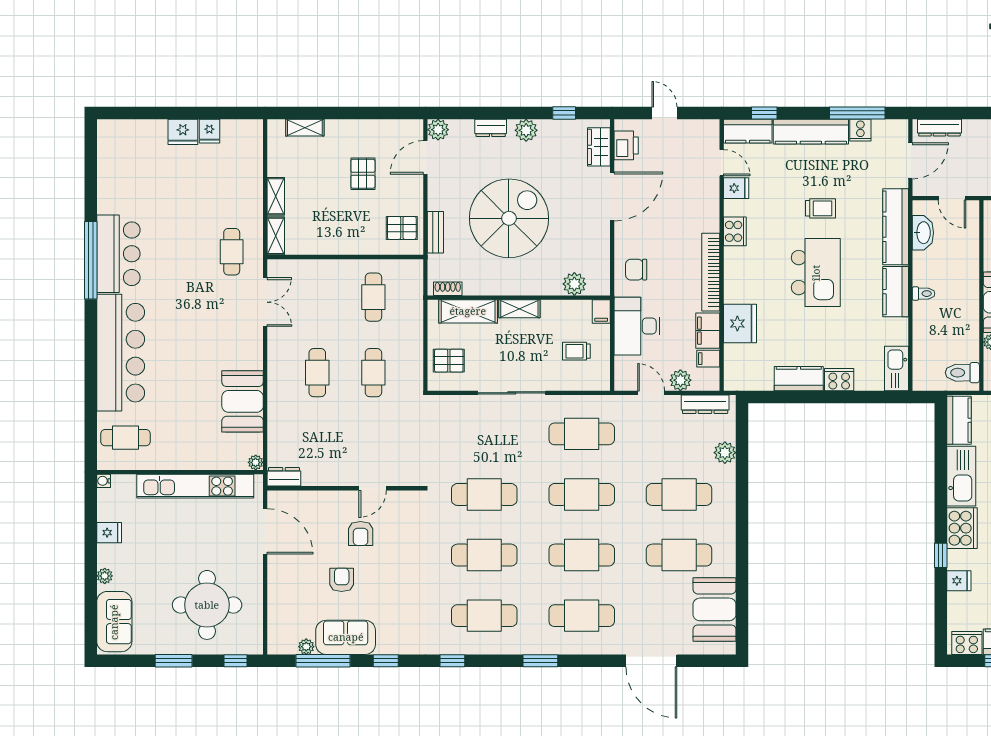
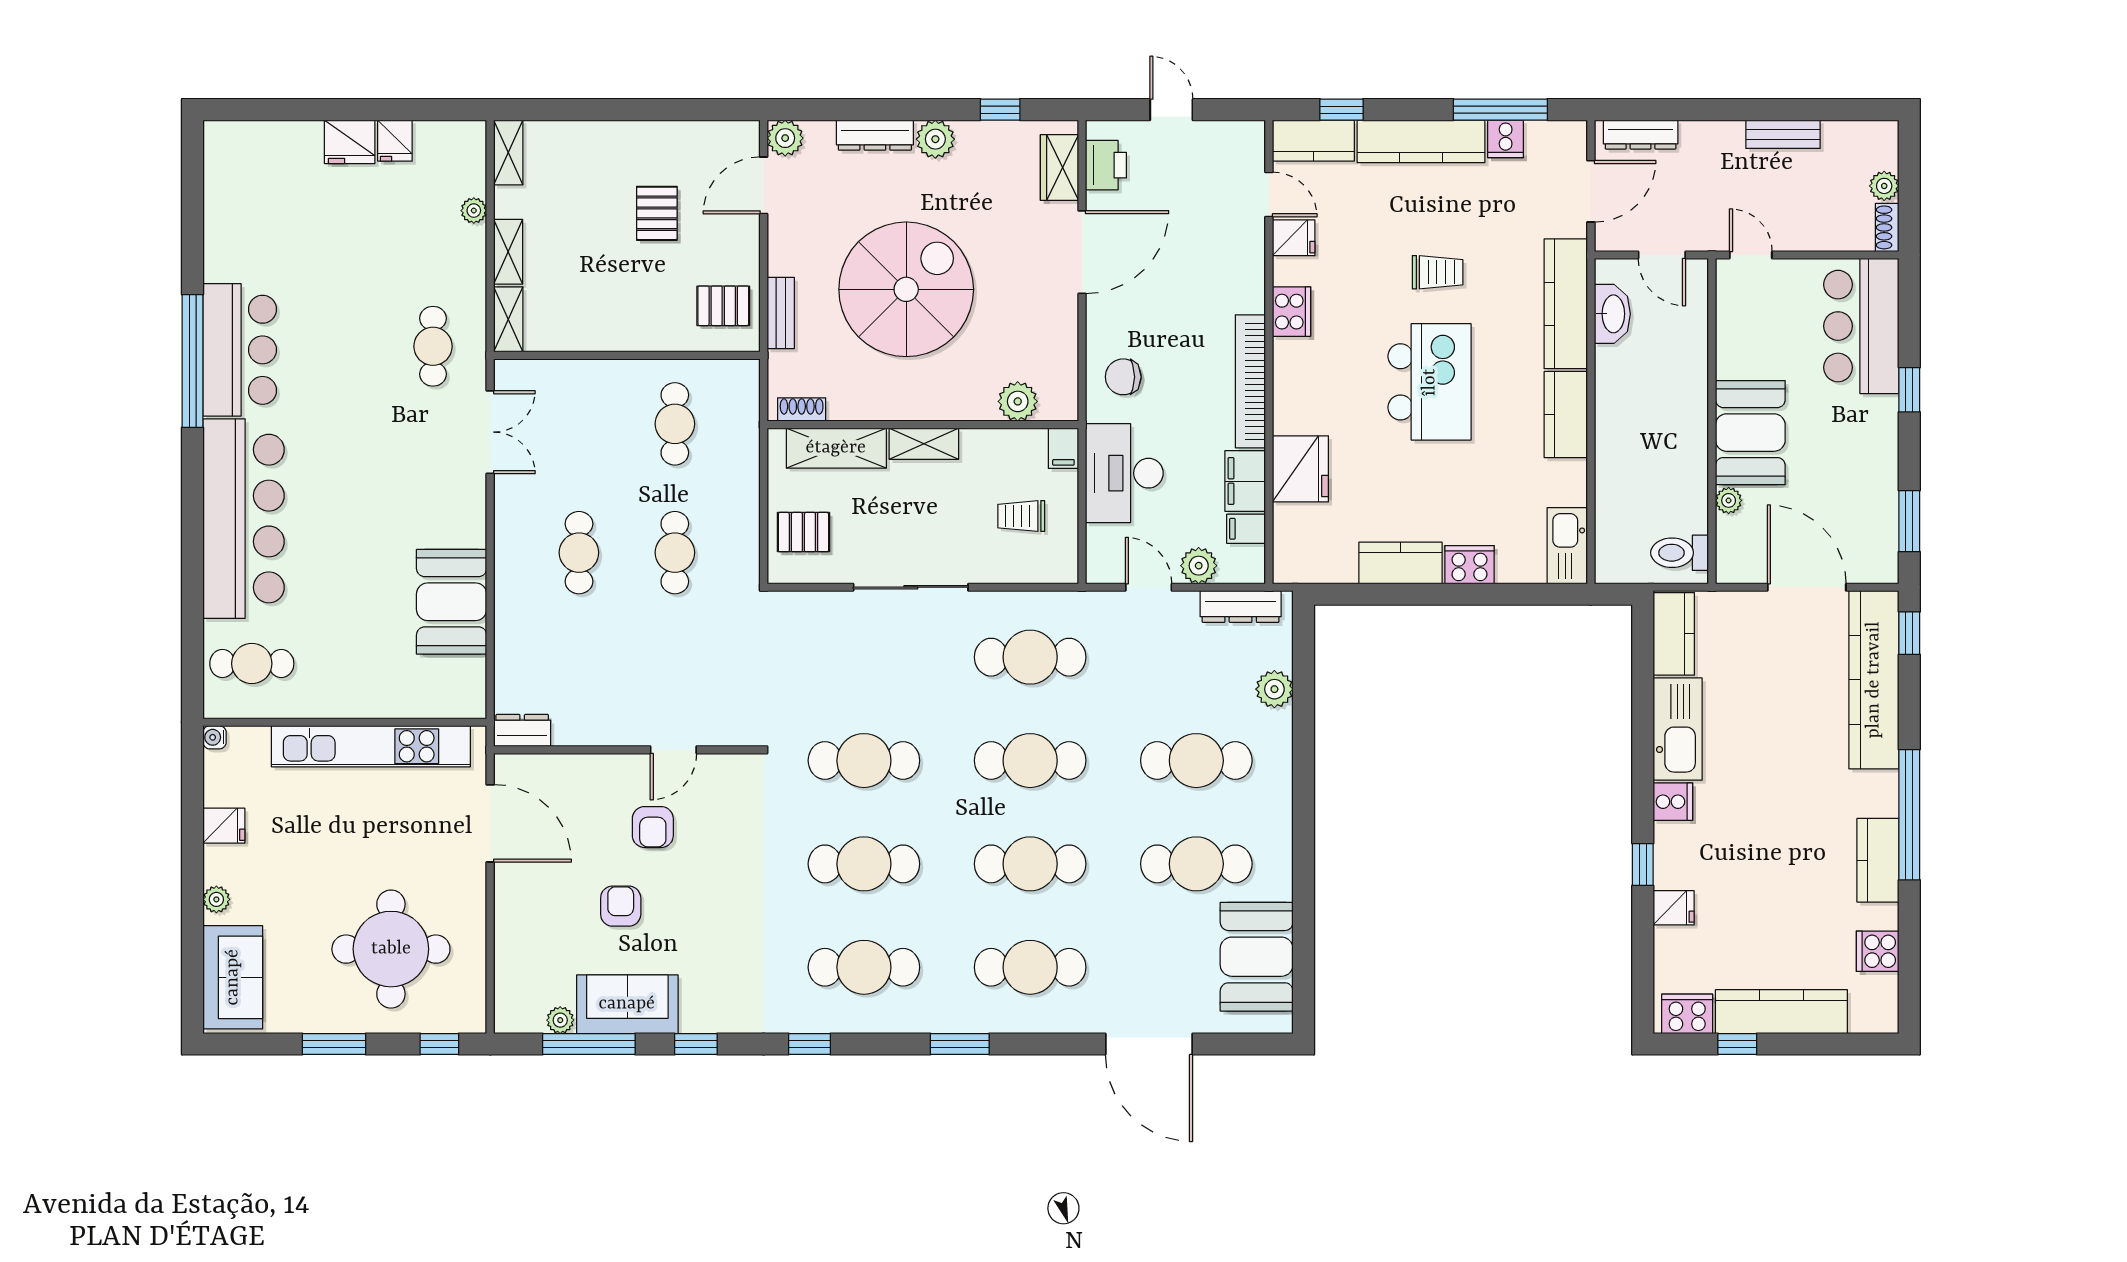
shelving: (305, 128) -> (508, 152), moved, turned 90
dresser: (491, 128) -> (875, 135), width x1.44
toilet: (924, 294) -> (1613, 418), removed
plant: (256, 462) -> (474, 211), moved
cooker: (962, 528) -> (1673, 802), width x0.53, depth x0.76

